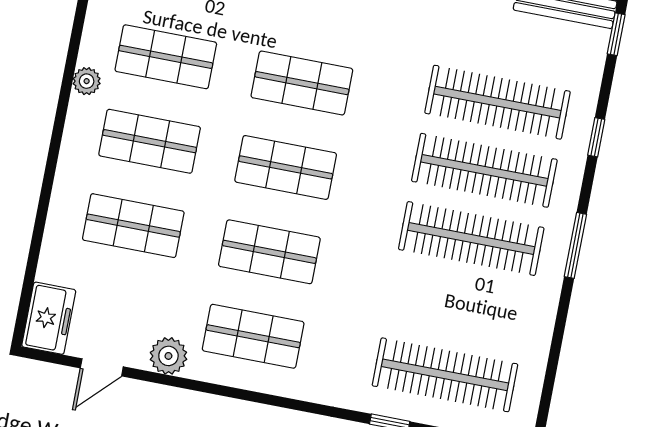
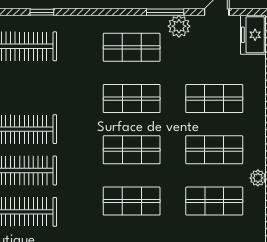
window: (187, 384) -> (165, 12), added

